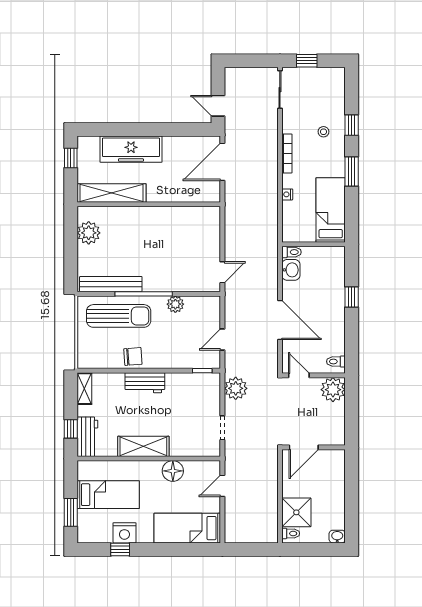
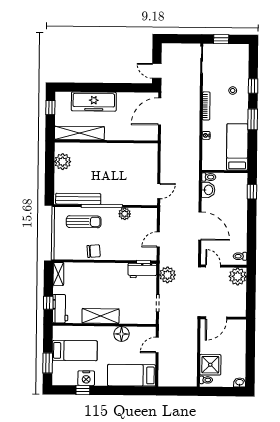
window: (352, 297) -> (252, 192), moved
sun lounger: (119, 316) -> (84, 222), width x0.73, depth x0.75
workbench: (145, 383) -> (142, 271), moved

